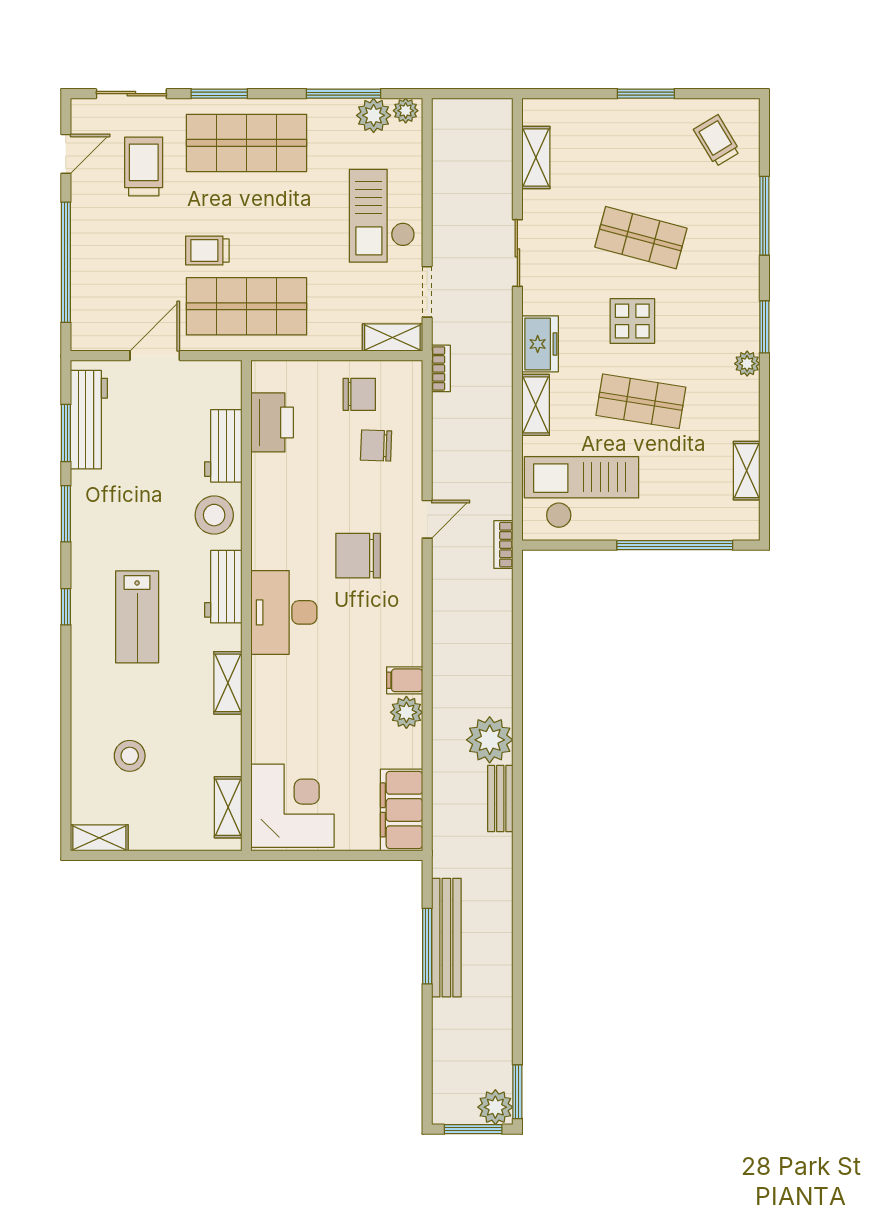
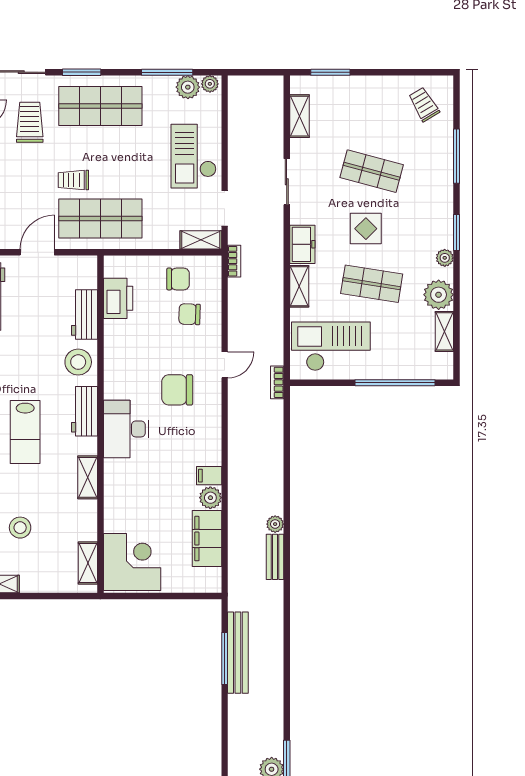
window: (646, 94) -> (330, 72), moved
plant: (738, 417) -> (439, 295), added
plant: (490, 740) -> (275, 524), width x0.53, depth x0.53
filing cabinet: (401, 810) -> (207, 539), moved

